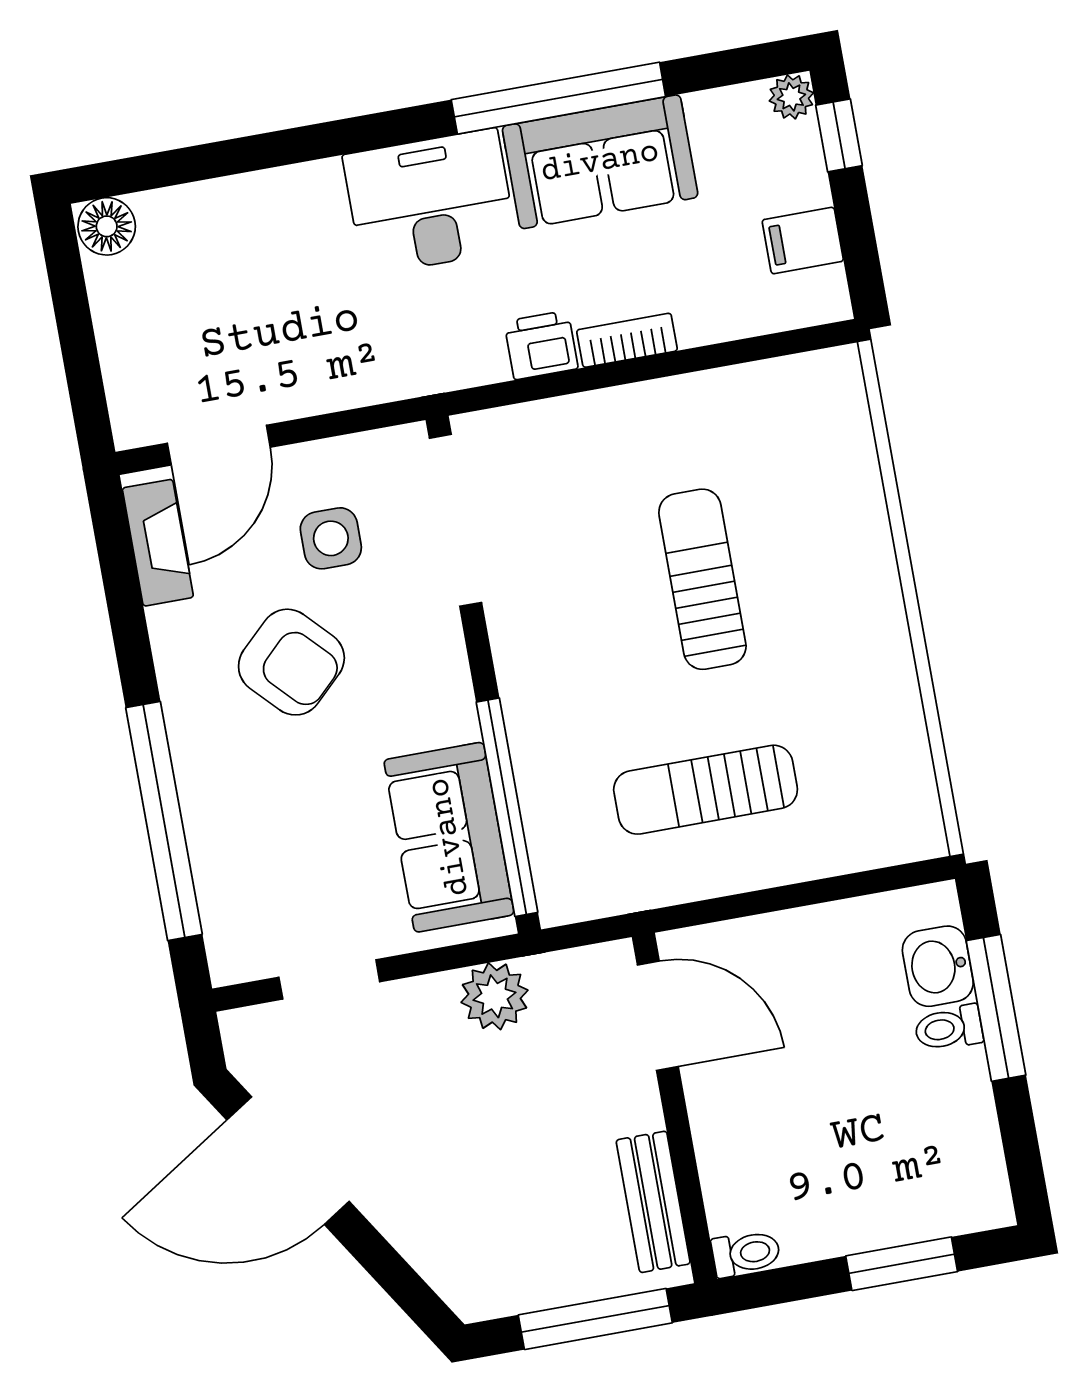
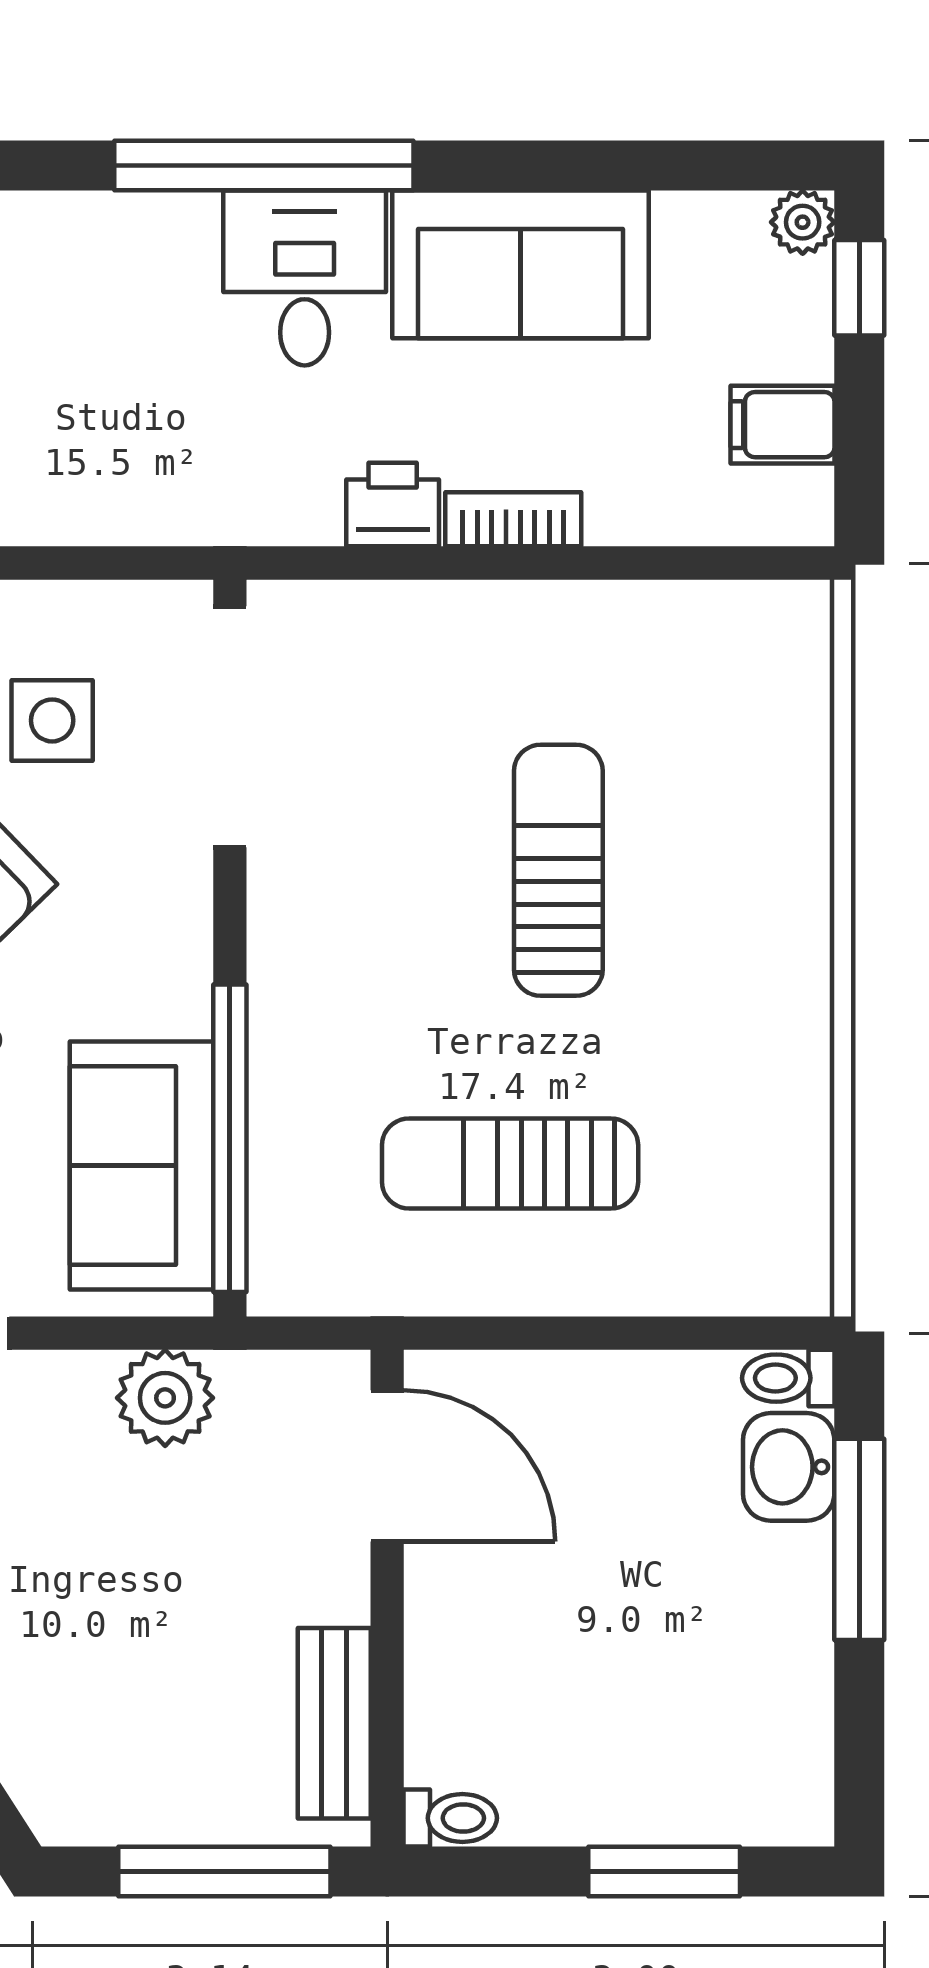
window: (558, 98) -> (264, 166), moved
desk: (430, 202) -> (305, 278), width x0.73
toilet: (949, 1028) -> (788, 1378), moved

